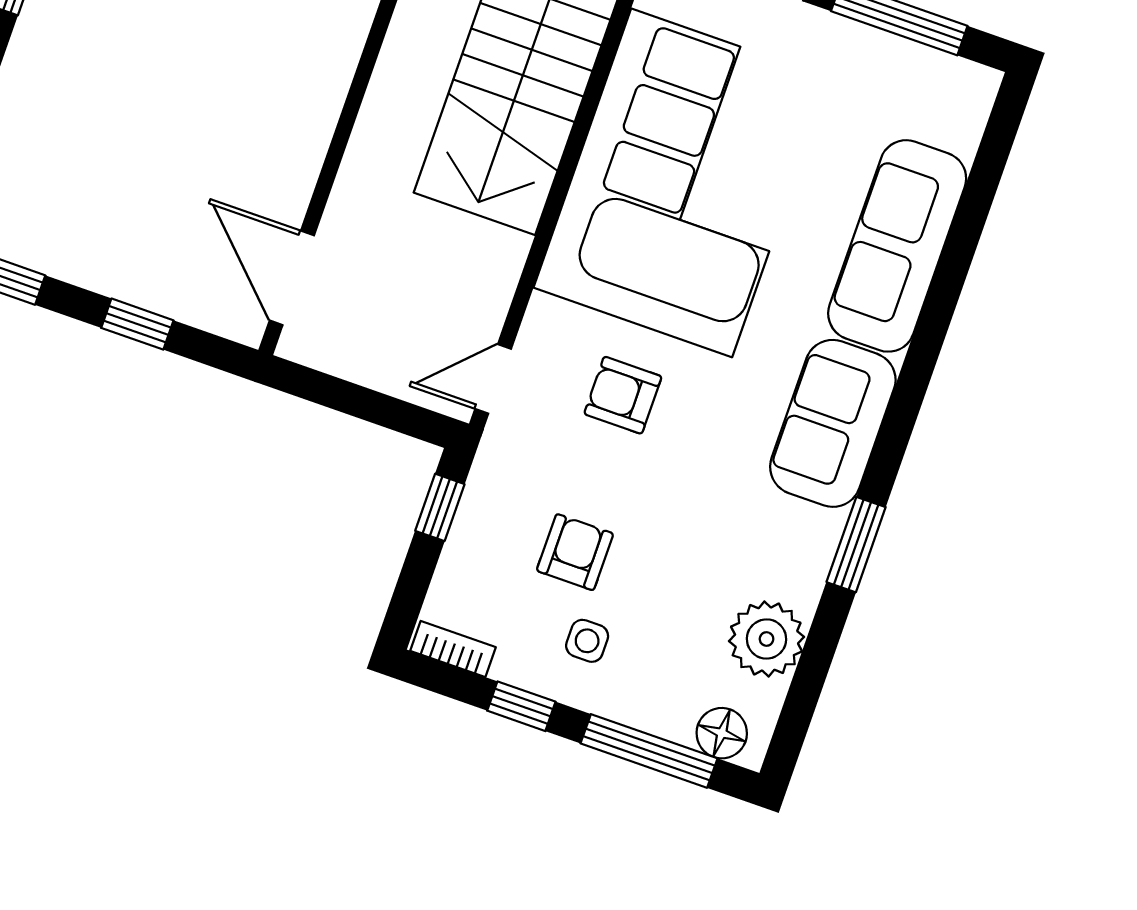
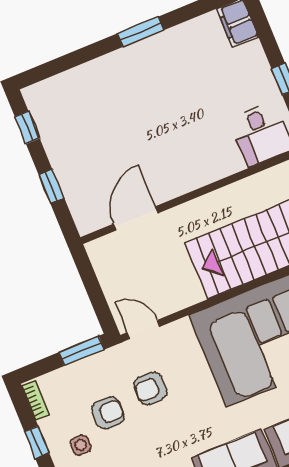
door: (292, 278) -> (136, 218), moved
armchair: (623, 395) -> (150, 388), moved, turned -90
window: (440, 507) -> (81, 351), width x1.50

